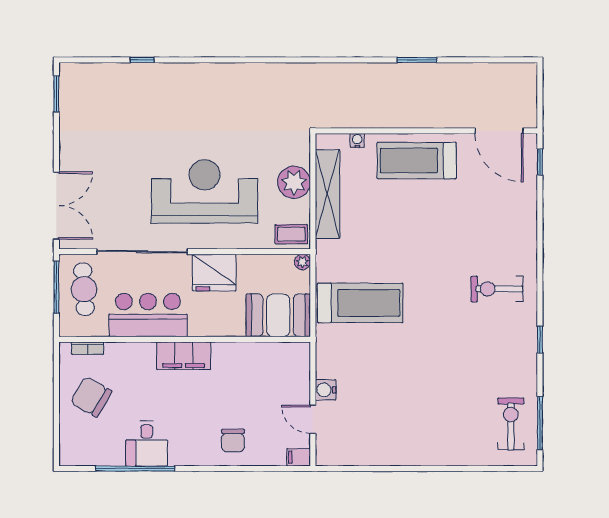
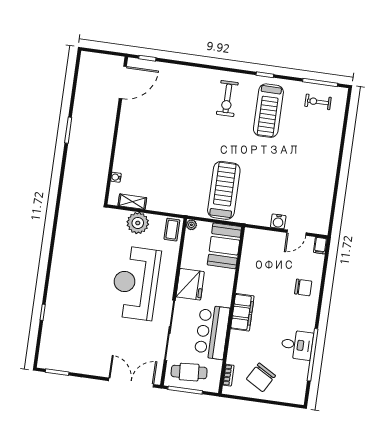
treadmill: (417, 161) -> (268, 111), moved
shelving: (327, 194) -> (132, 202), width x0.45, depth x0.75
exercise bike: (511, 424) -> (318, 102), width x0.73, depth x0.72

